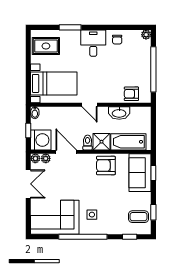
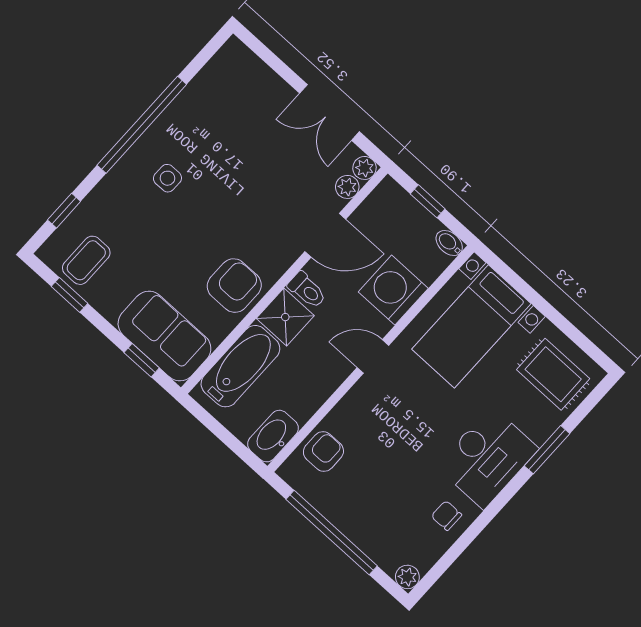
desk: (93, 43) -> (487, 458), width x1.37
rug: (46, 46) -> (553, 374), turned 90
washbasin: (119, 113) -> (273, 436), moved
washing machine: (41, 140) -> (393, 290), moved, turned 90
corner sofa: (55, 217) -> (225, 106), removed

